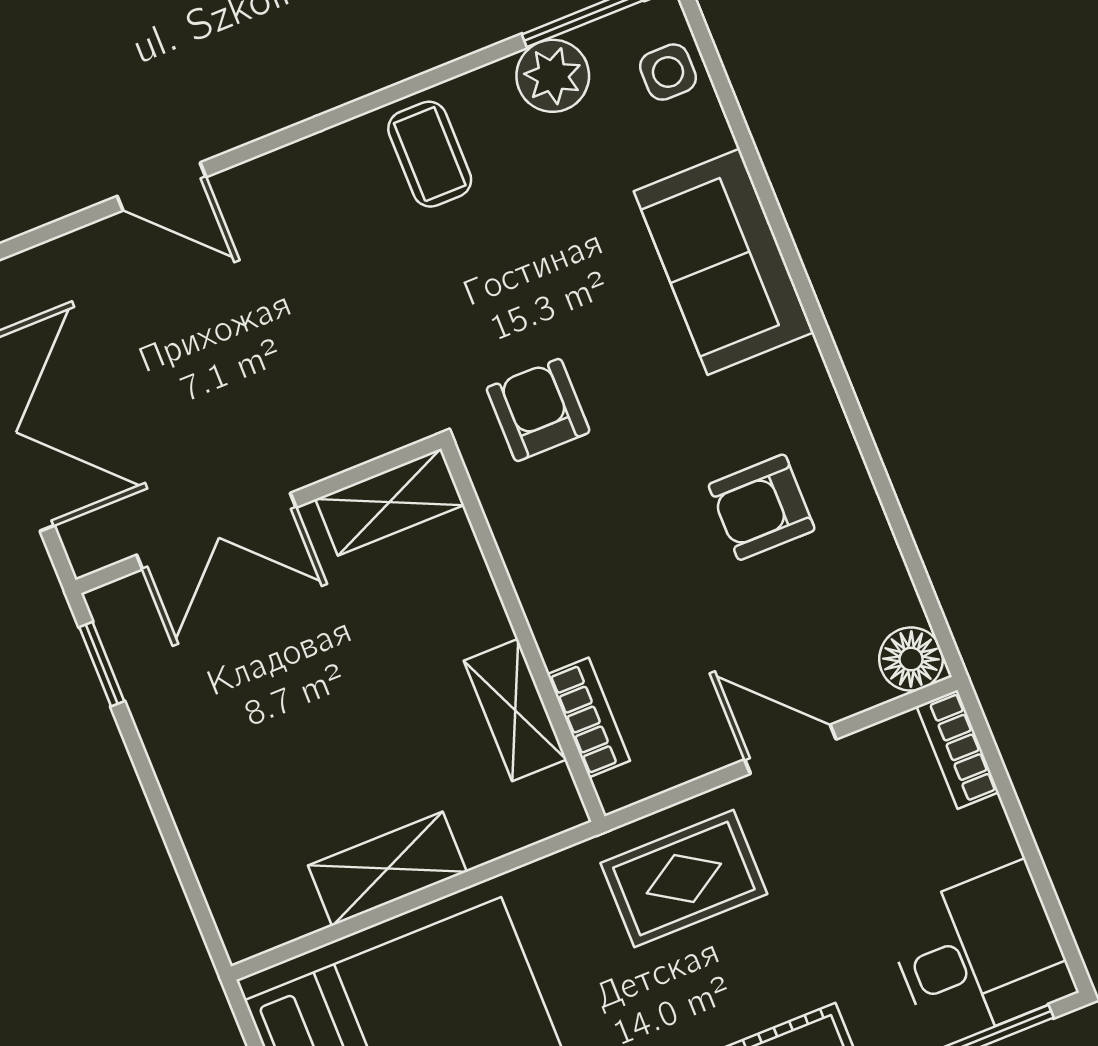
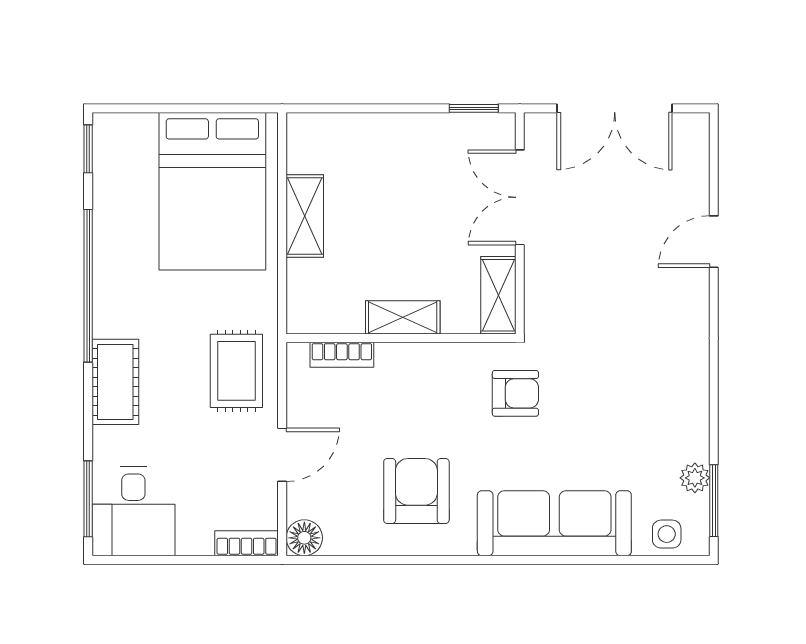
plant: (553, 76) -> (695, 478), width x0.73, depth x0.73
coffee table: (430, 154) -> (674, 390), removed
sofa: (724, 262) -> (554, 523), width x1.36
armchair: (762, 507) -> (416, 491), width x1.38, depth x1.38
shelving: (515, 710) -> (403, 317), moved

